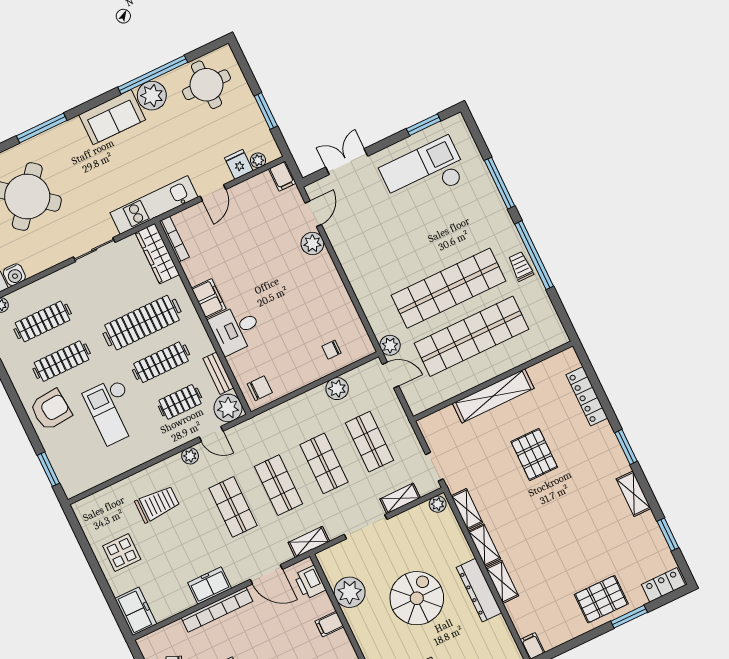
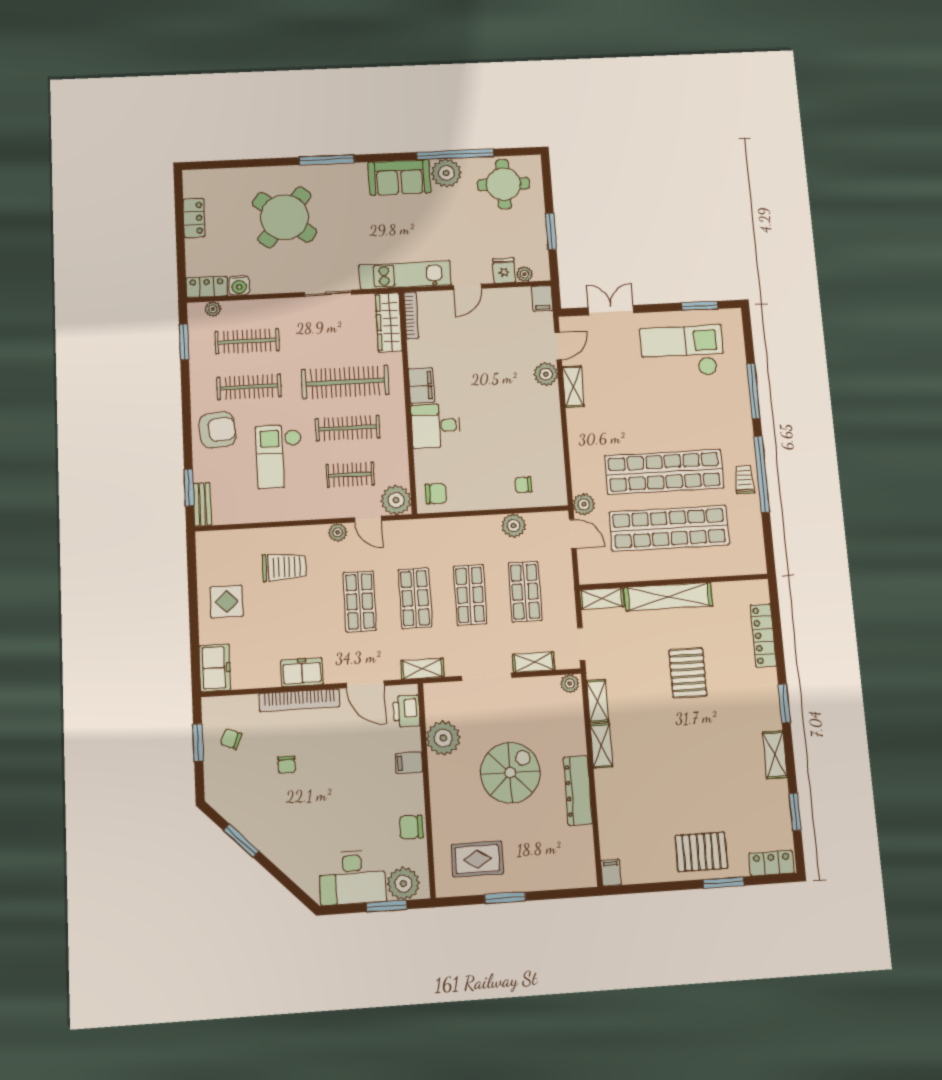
shelving: (340, 245) -> (573, 387), added
bench: (218, 373) -> (202, 504), moved
shelving: (502, 582) -> (602, 598), moved, turned 90

